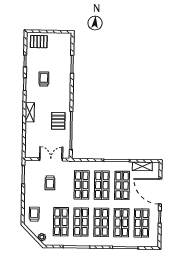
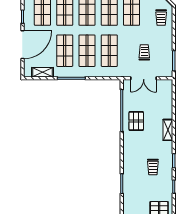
door: (160, 191) -> (22, 45), hinge flipped

